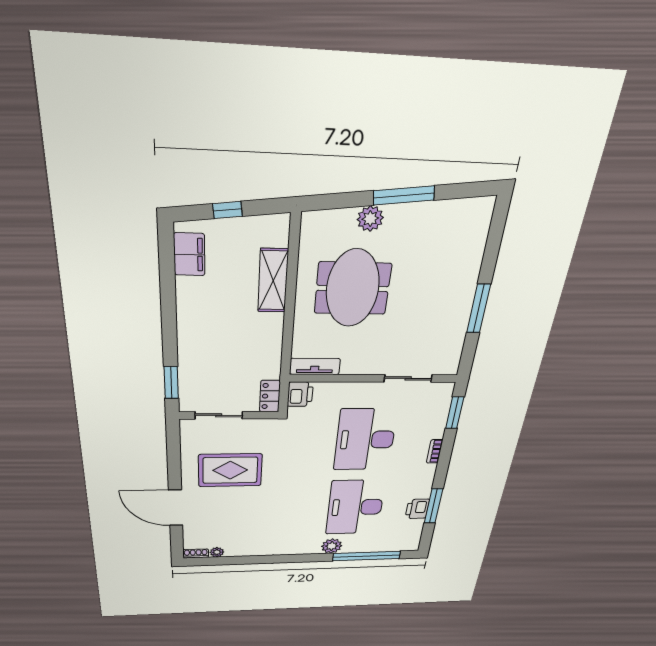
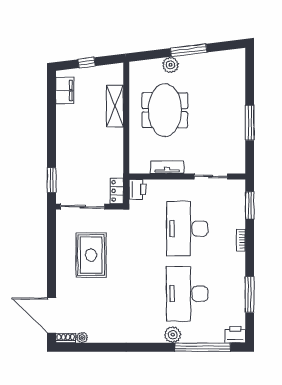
tv unit: (315, 366) -> (167, 167), moved
sliding door: (219, 415) -> (83, 207), width x1.37
rug: (230, 470) -> (91, 255), turned 90
door: (176, 508) -> (52, 315), moved
printer: (417, 509) -> (235, 335), moved, turned 90

